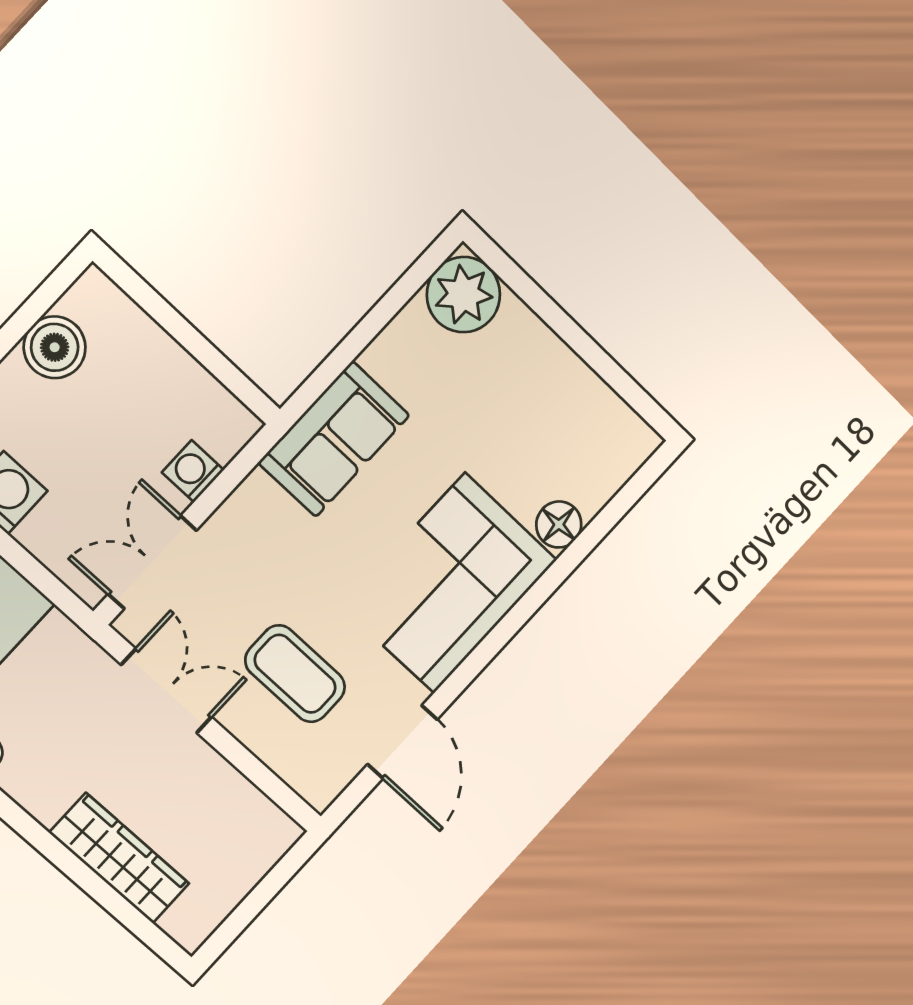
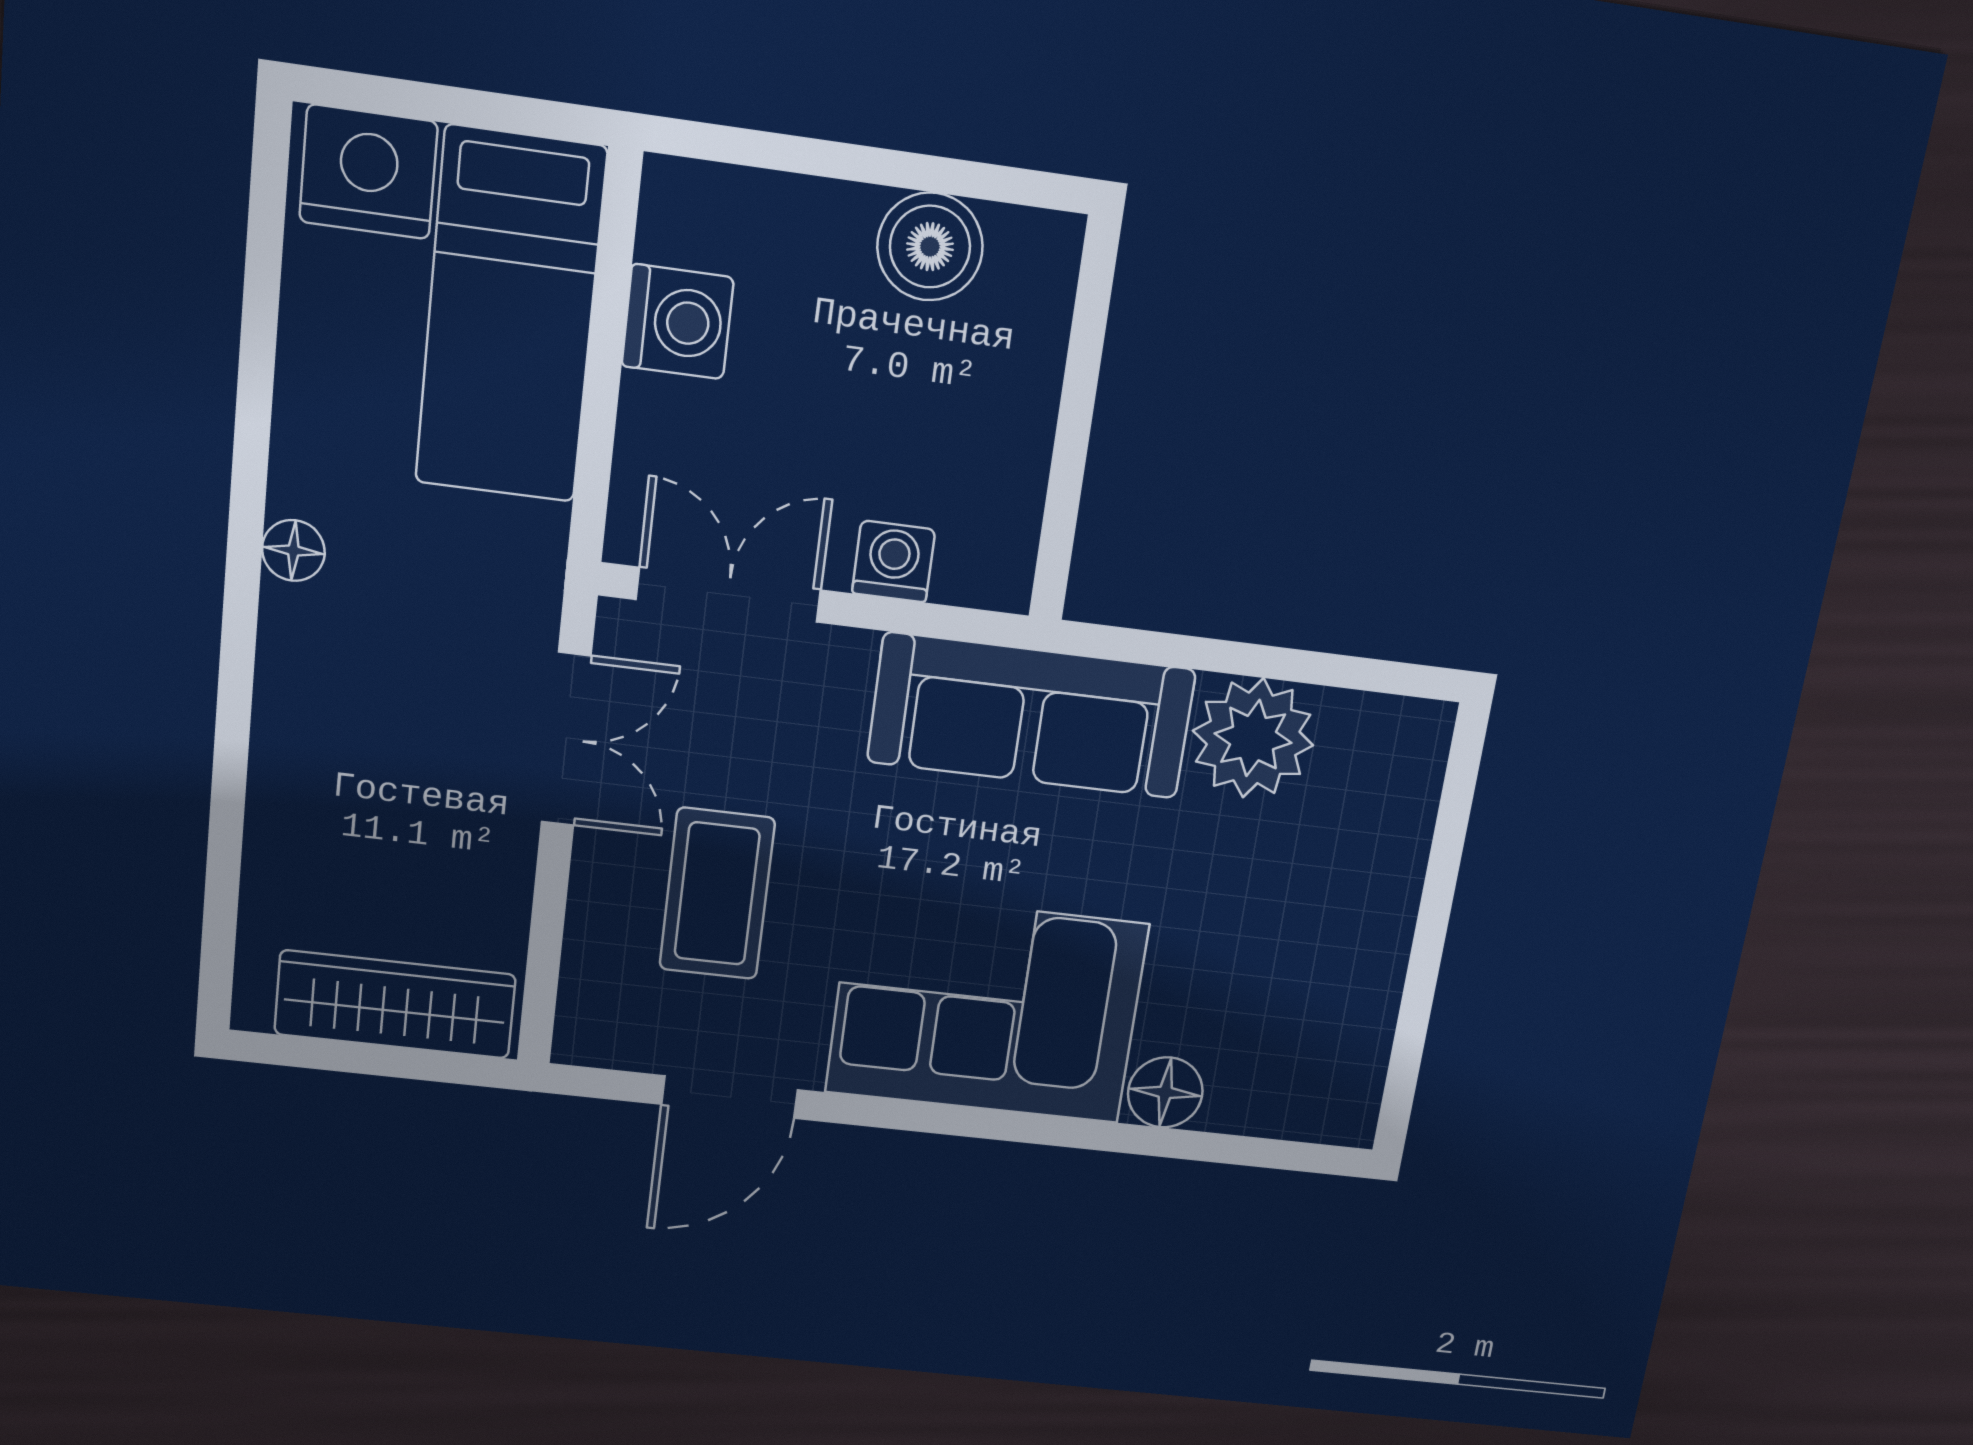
plant: (463, 295) -> (1253, 738), moved
sofa: (334, 439) -> (1031, 716), width x1.36
wardrobe: (119, 858) -> (395, 1004), moved, turned -90

